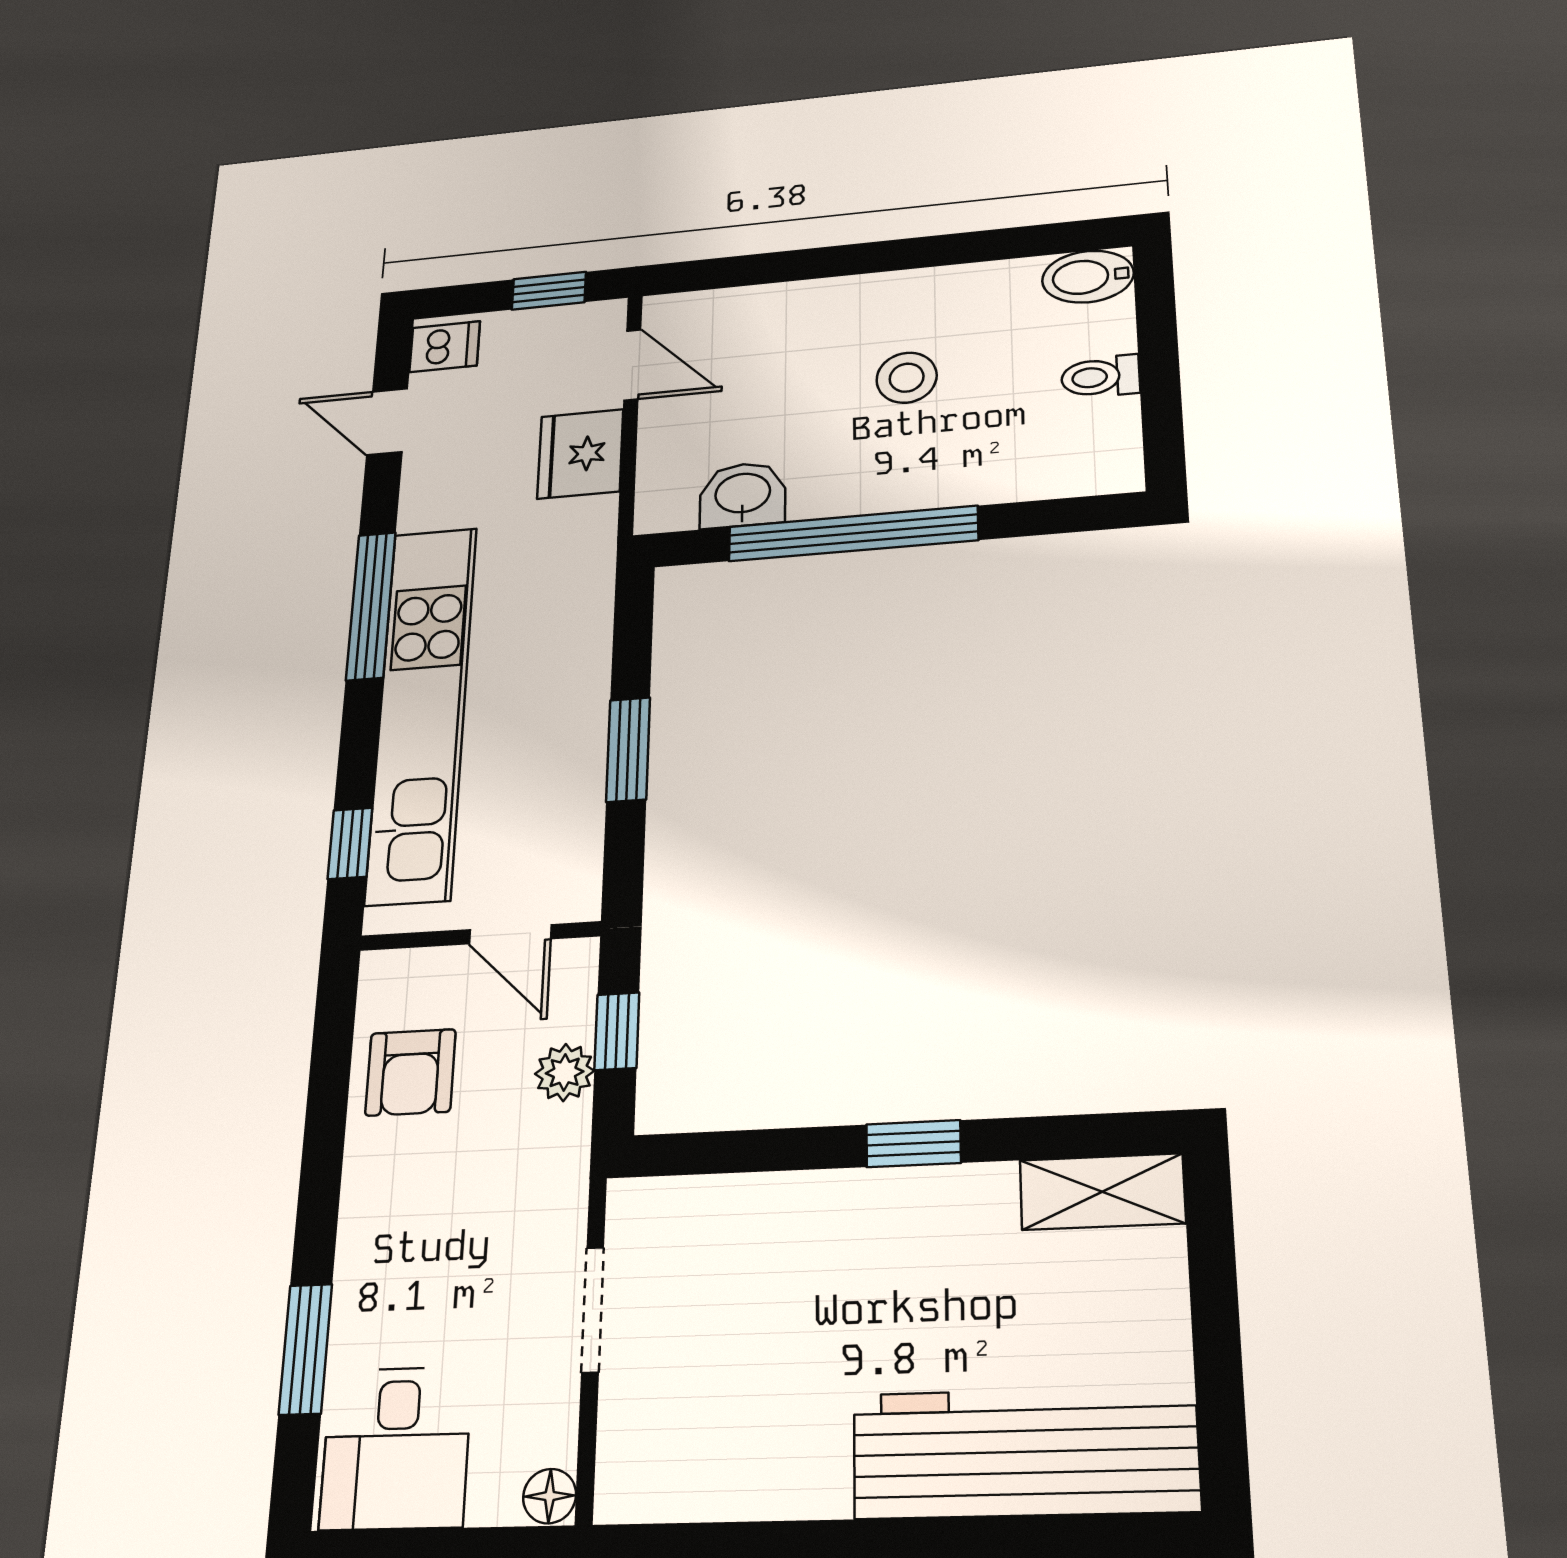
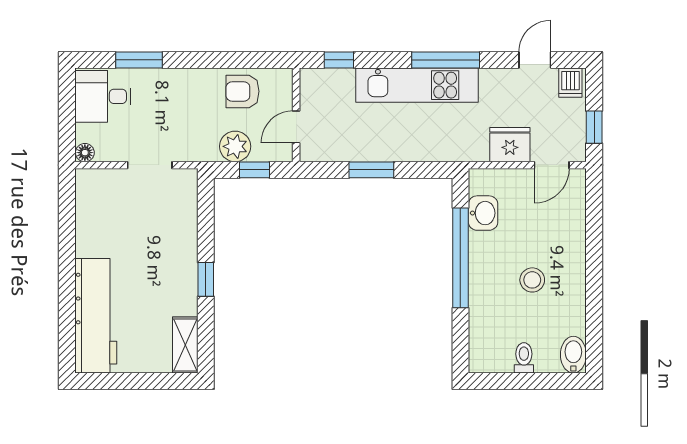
kitchen unit: (422, 712) -> (417, 85), width x0.73
plant: (565, 1072) -> (235, 146), width x1.38, depth x1.38

